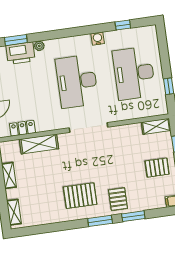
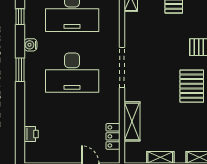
window: (16, 40) -> (20, 70), moved
plant: (39, 46) -> (30, 107), removed
printer: (21, 53) -> (31, 134), width x0.53, depth x0.68

